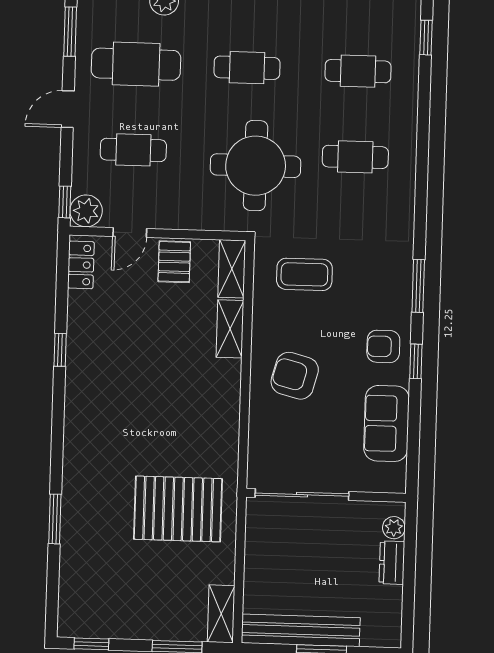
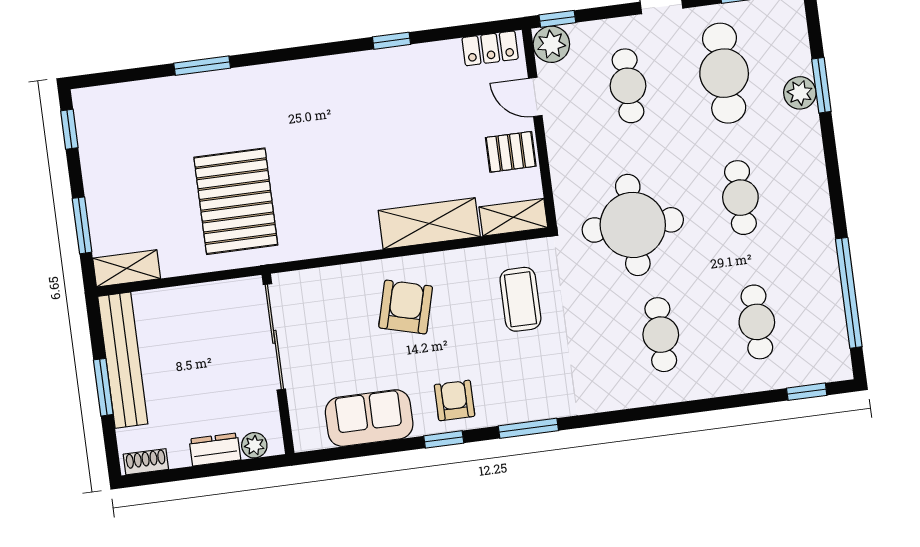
shelving: (230, 329) -> (429, 223), width x1.50, depth x1.33
shoe rack: (393, 625) -> (146, 462), added

